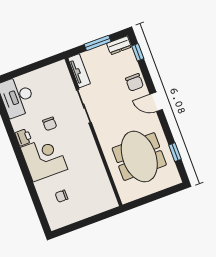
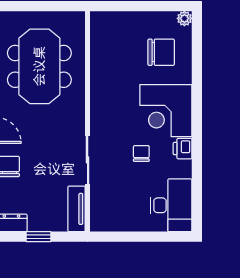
window: (98, 43) -> (38, 237), width x0.67
chair: (62, 196) -> (161, 52), width x1.87, depth x1.87
plant: (54, 224) -> (184, 18), added

